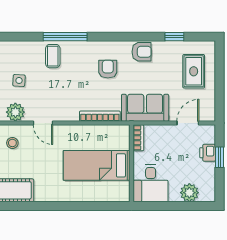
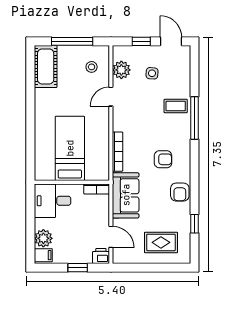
printer: (208, 153) -> (101, 256), moved
filing cabinet: (207, 193) -> (43, 255), added

